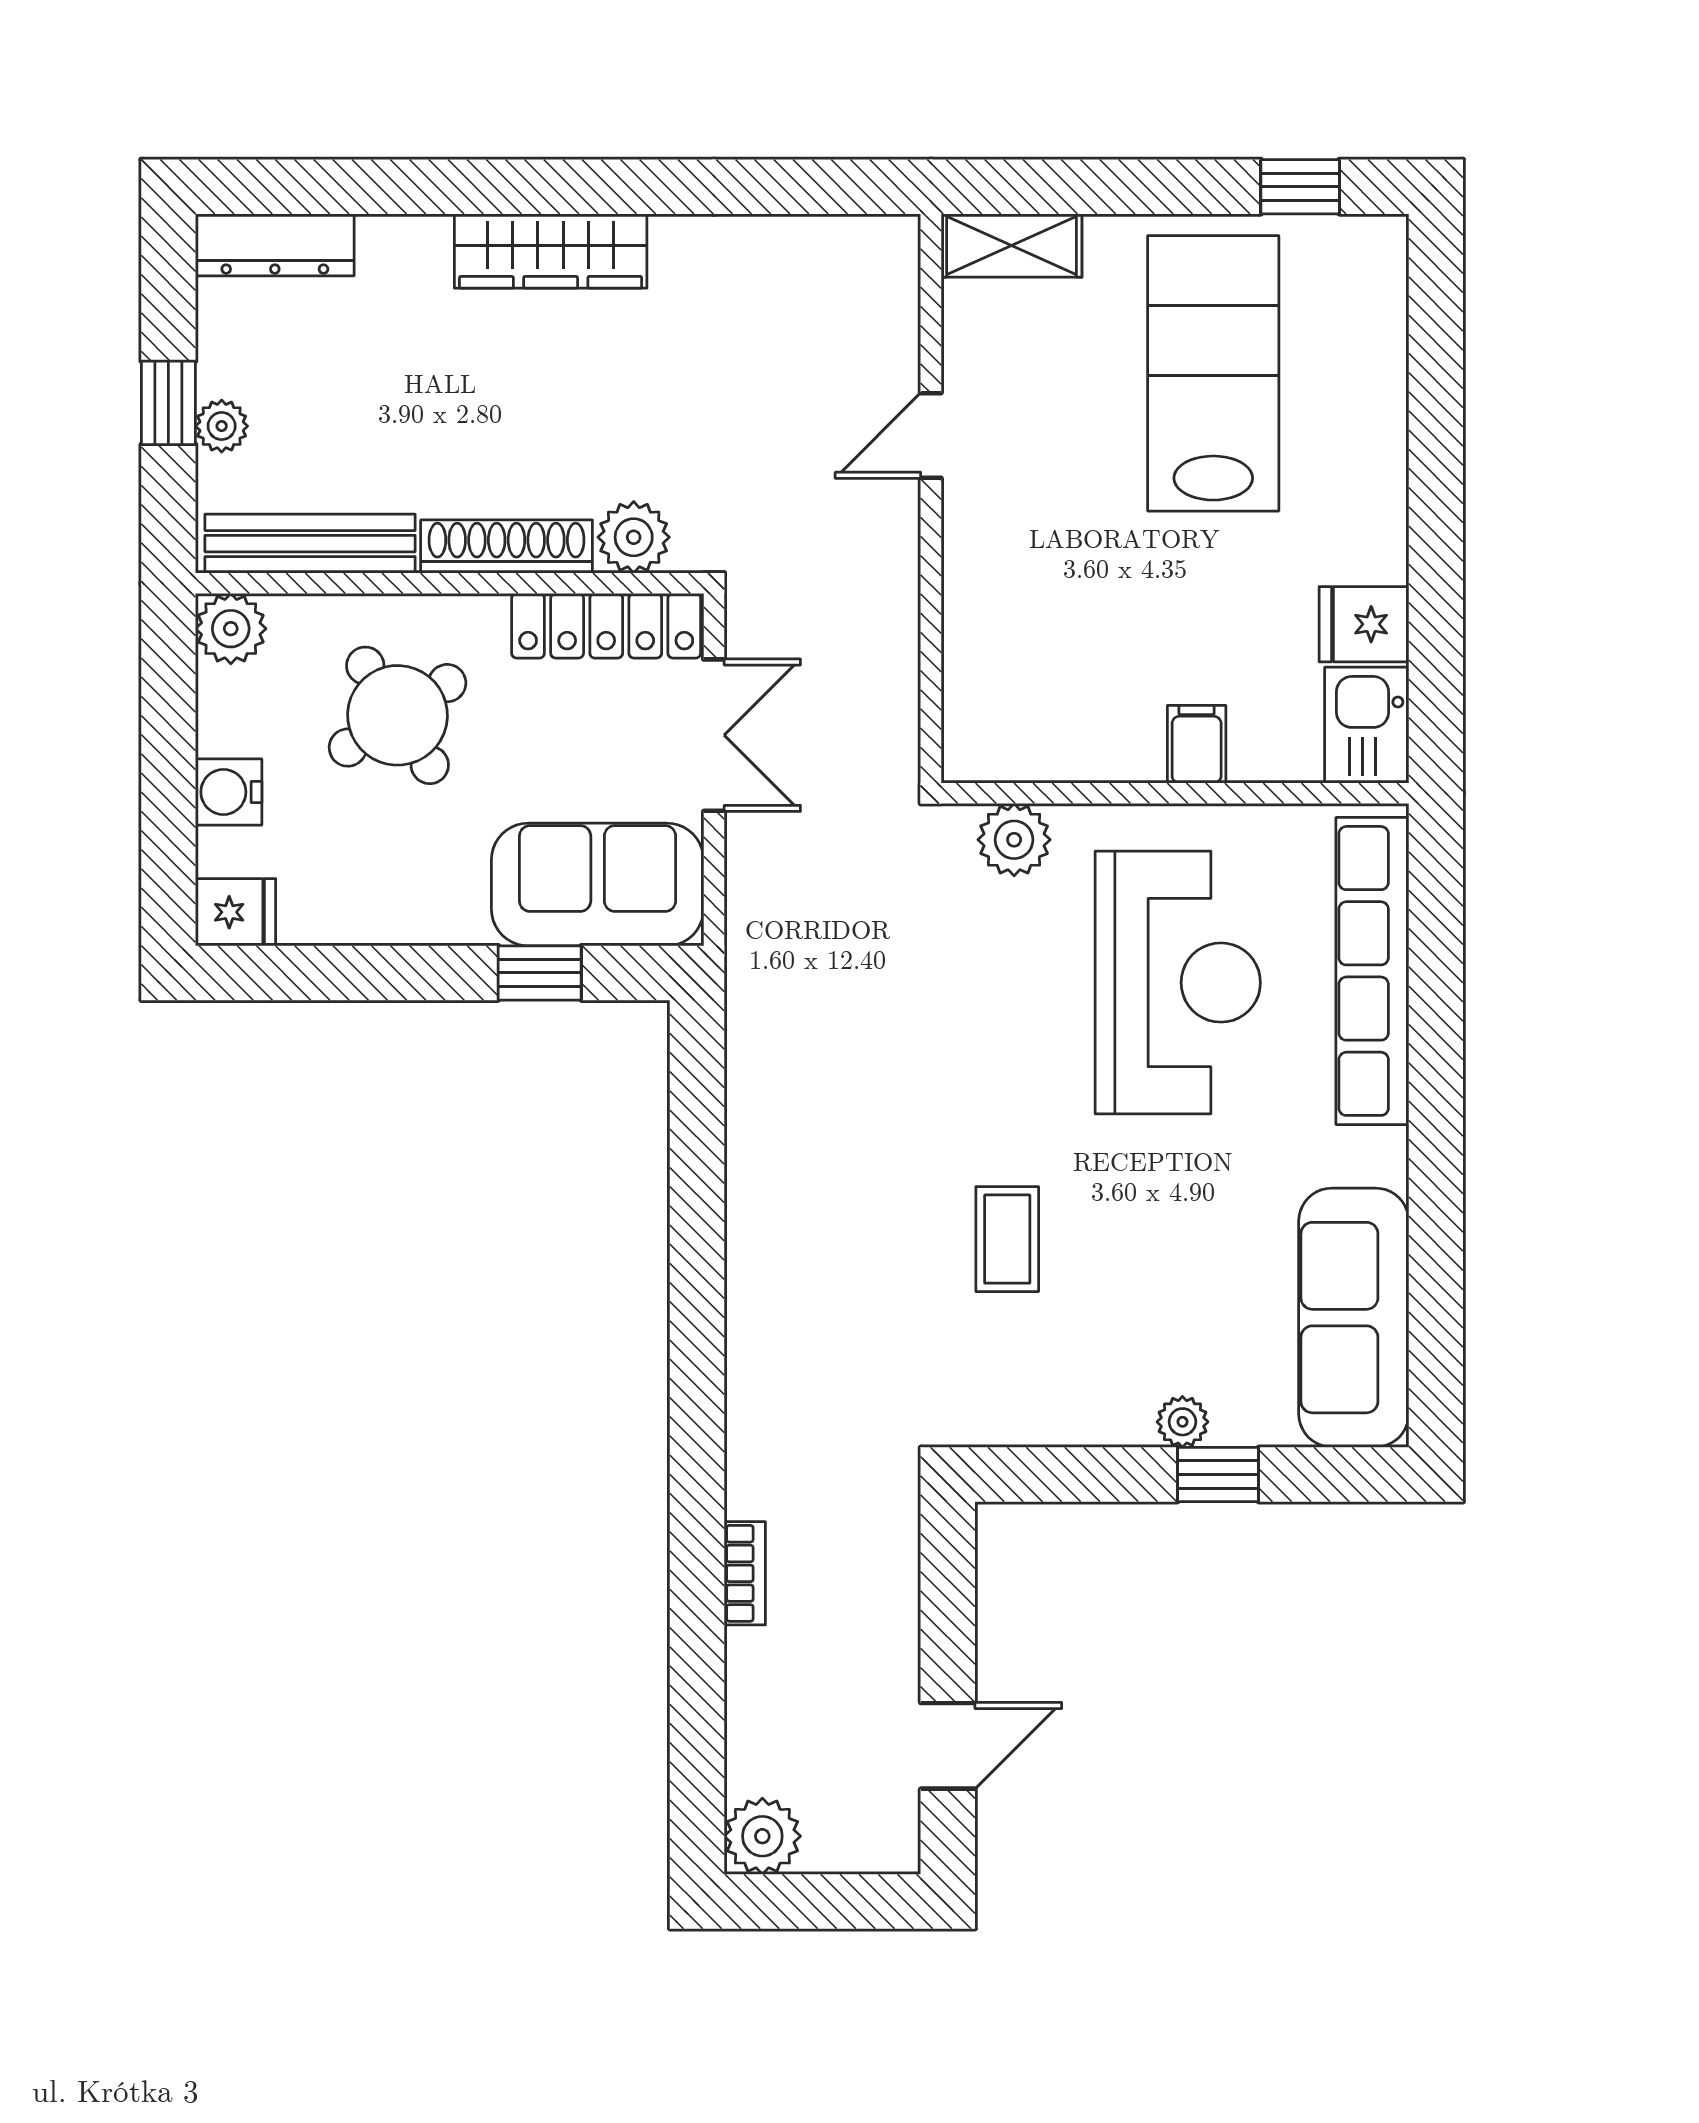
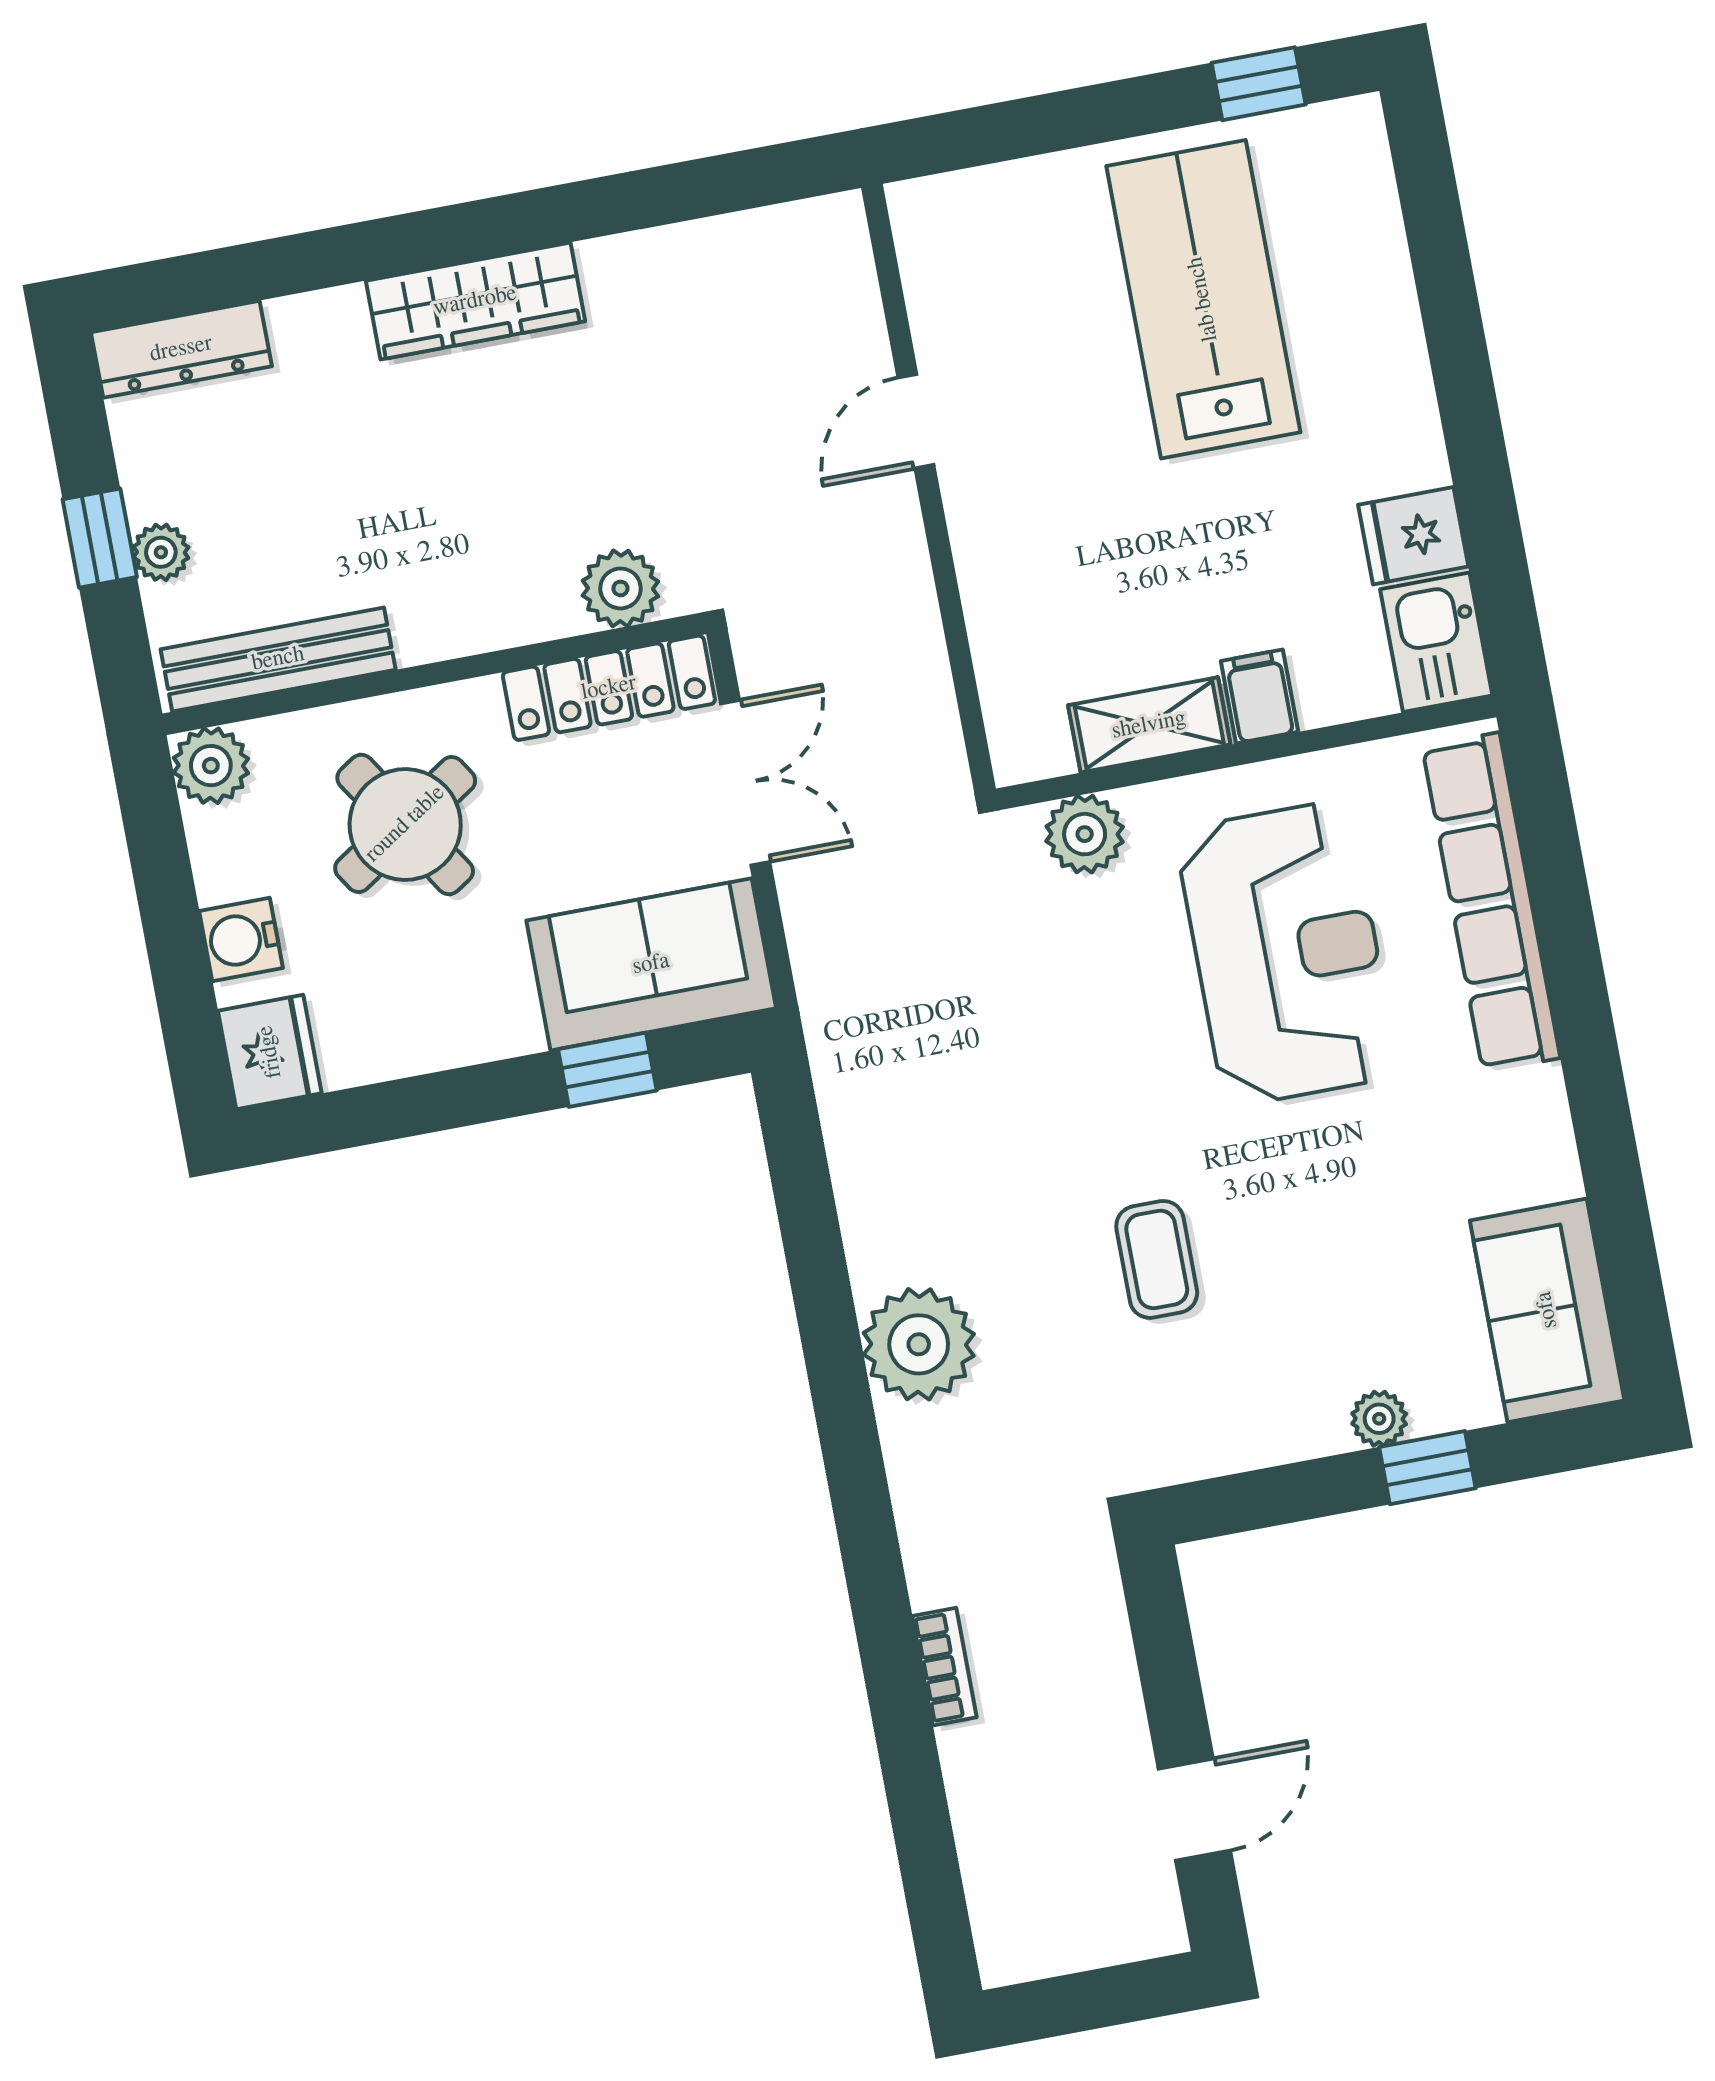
shelving: (1012, 245) -> (1149, 725), moved
shoe rack: (507, 546) -> (487, 624), removed
fridge: (236, 912) -> (270, 1052), width x1.38
sofa: (1354, 1318) -> (1547, 1310), width x0.73
plant: (762, 1836) -> (919, 1344), moved, width x1.36, depth x1.36

